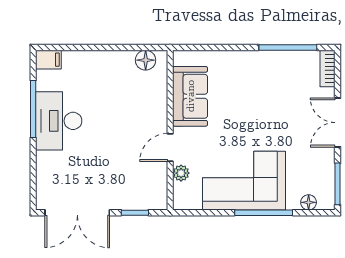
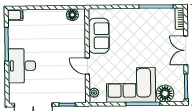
desk: (59, 121) -> (22, 66), moved
door: (170, 148) -> (87, 66), hinge flipped
plant: (181, 173) -> (94, 93), moved
floor lamp: (309, 202) -> (165, 93), width x1.89, depth x1.89

